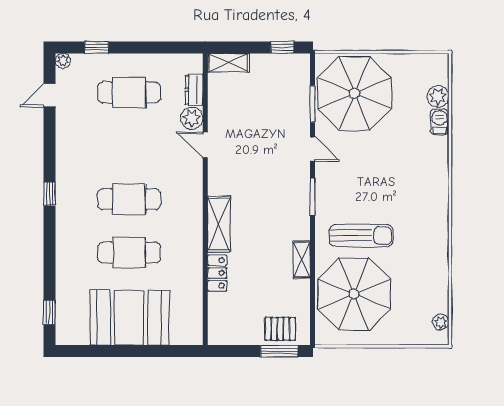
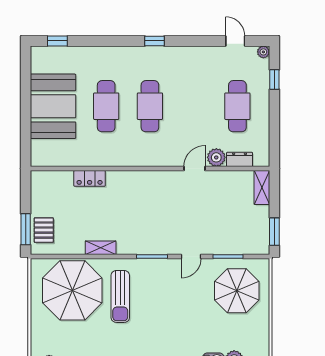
window: (282, 47) -> (274, 232), width x1.50
parasol: (354, 93) -> (237, 291), width x0.73, depth x0.73
shelving: (219, 224) -> (129, 180), removed

